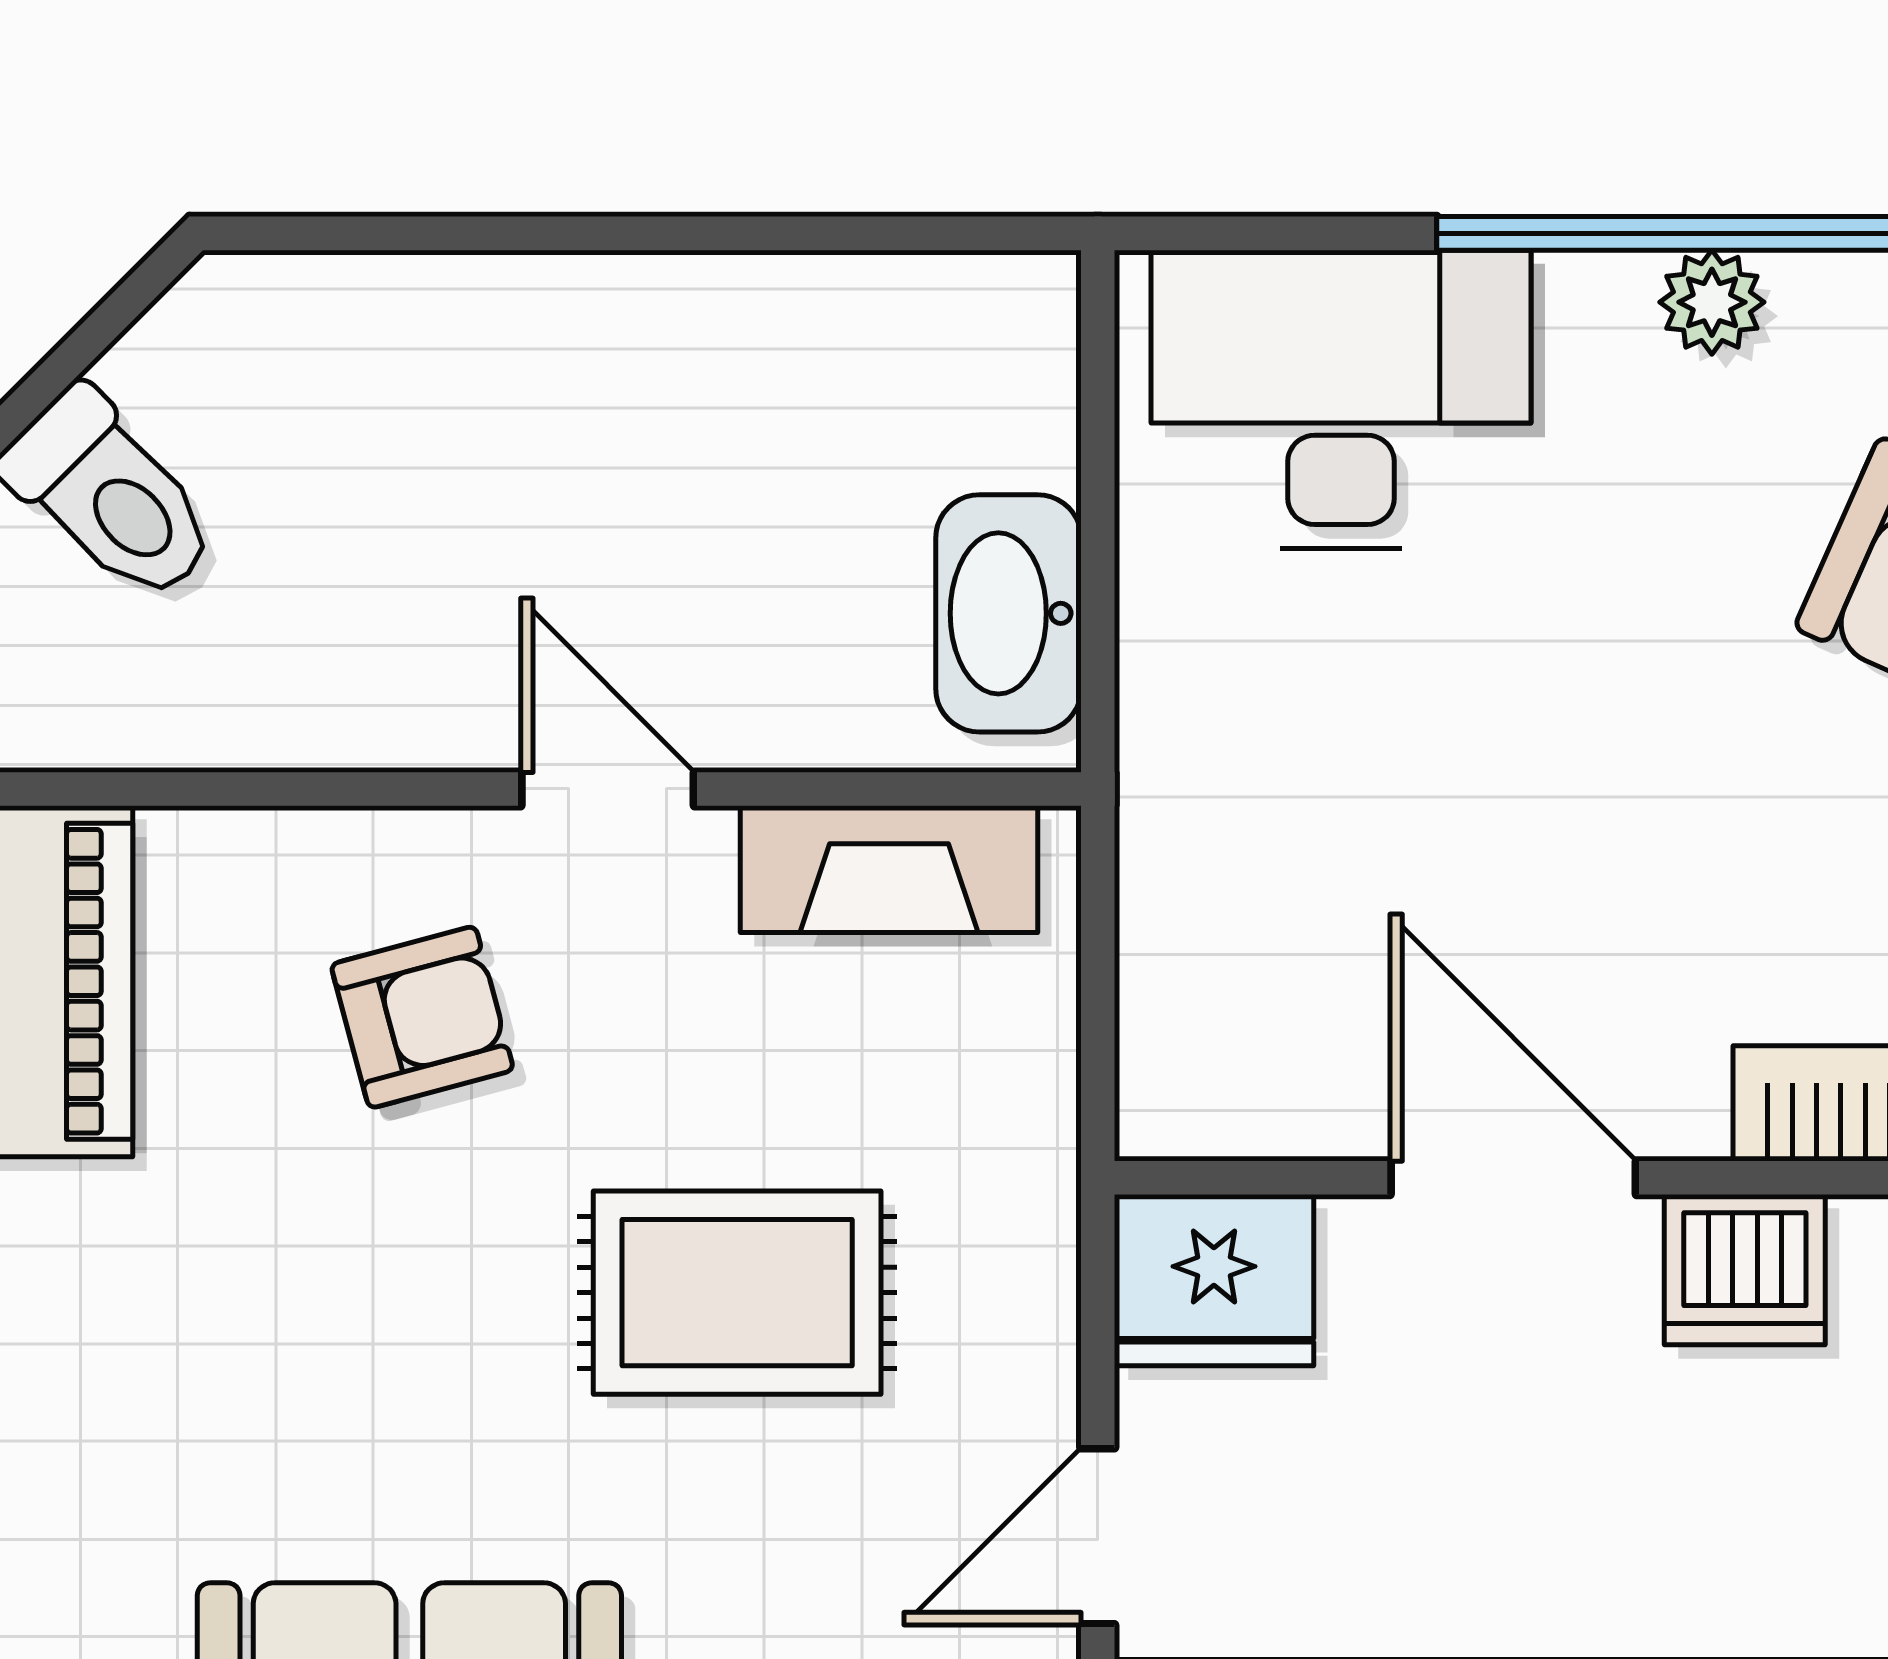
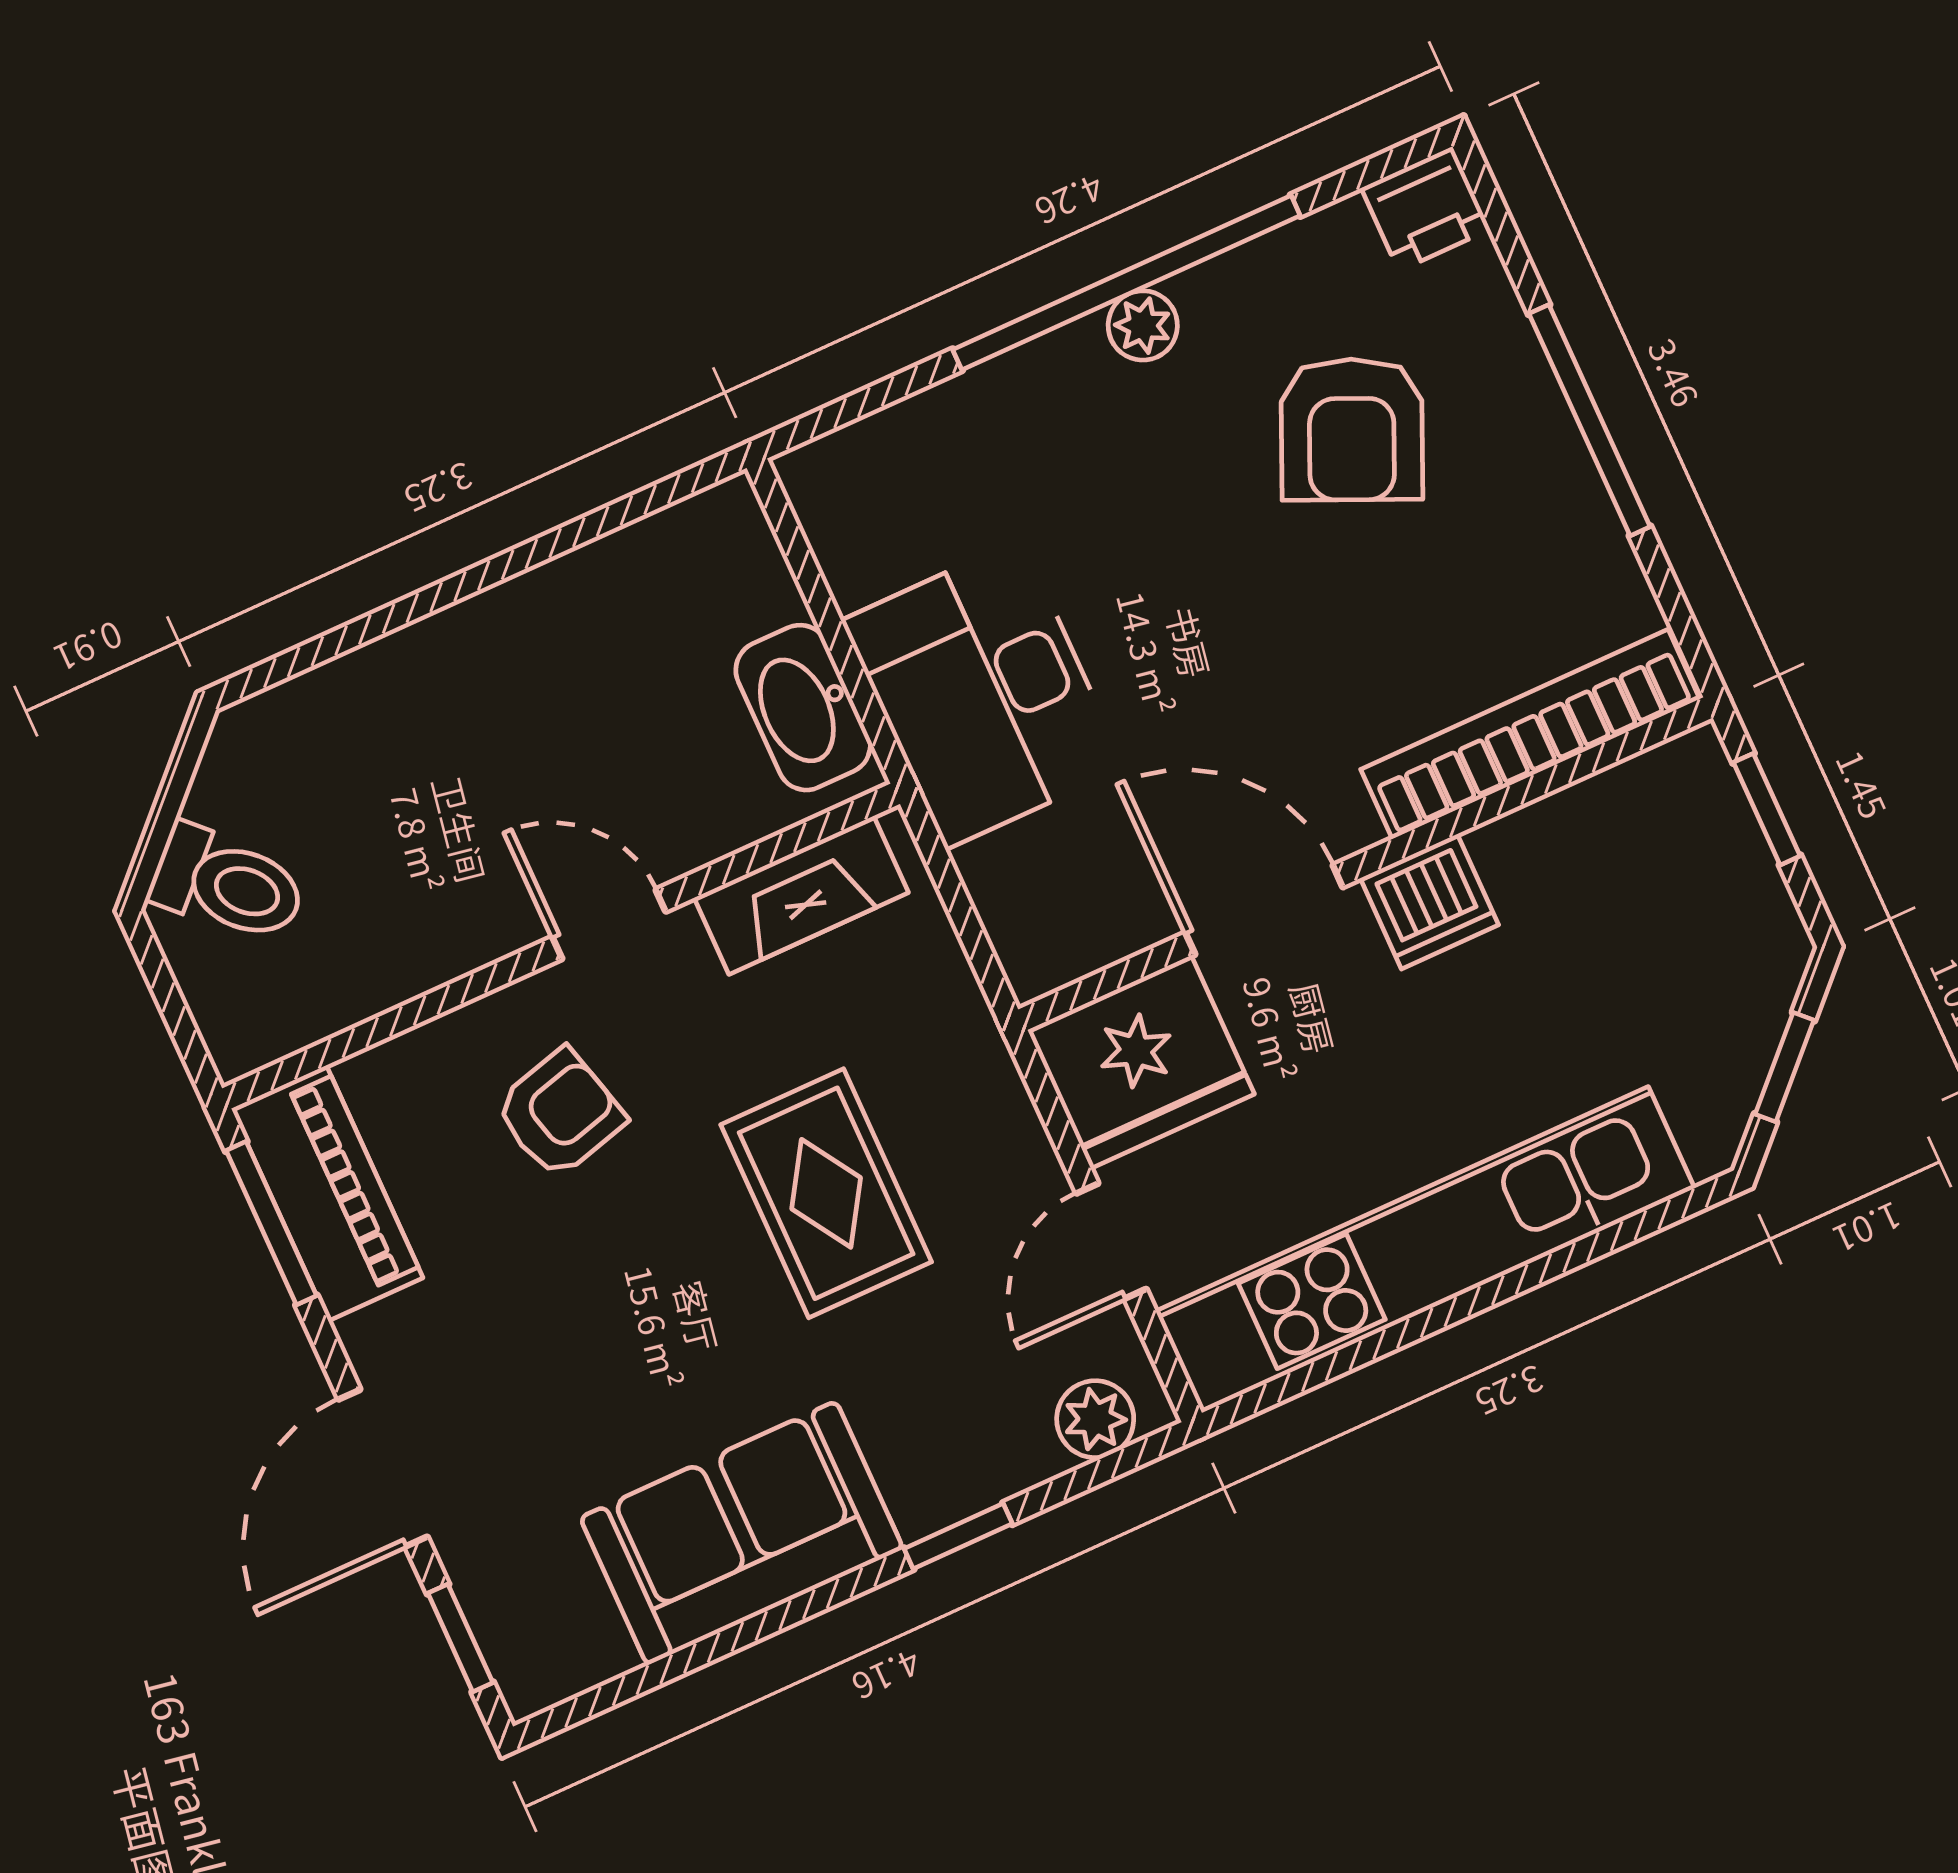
desk: (1341, 399) -> (983, 694), moved, turned -90
fridge: (1214, 1280) -> (1141, 1062), width x1.36, depth x1.34
rug: (737, 1293) -> (826, 1193), turned 90

